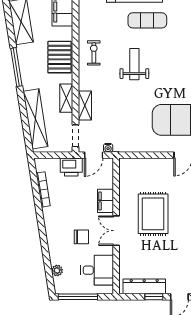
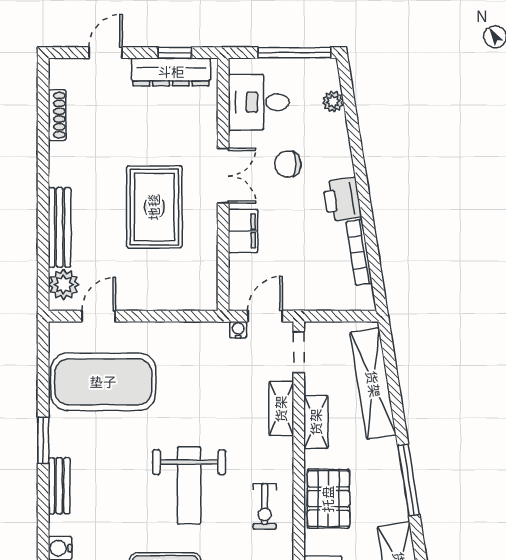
weight bench: (134, 64) -> (189, 485), width x1.36, depth x1.33
printer: (71, 167) -> (342, 199), moved, turned -99
window: (154, 297) -> (175, 53), moved

